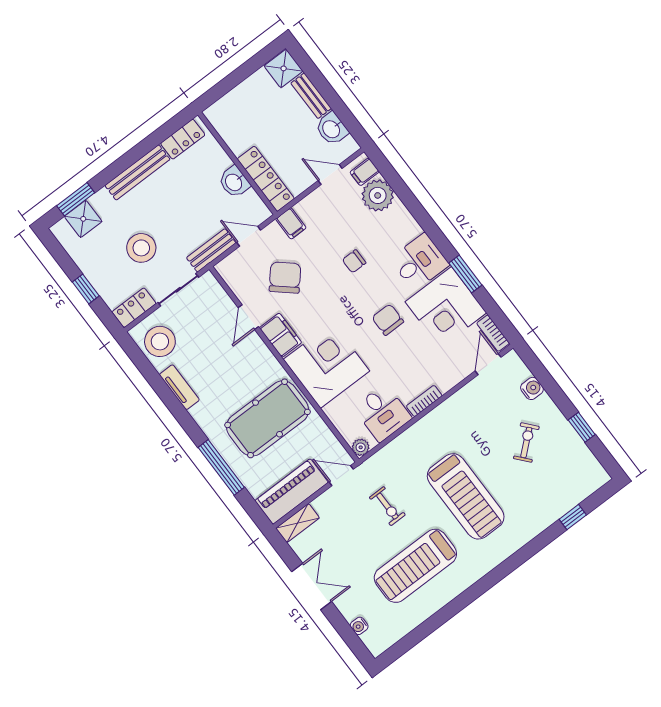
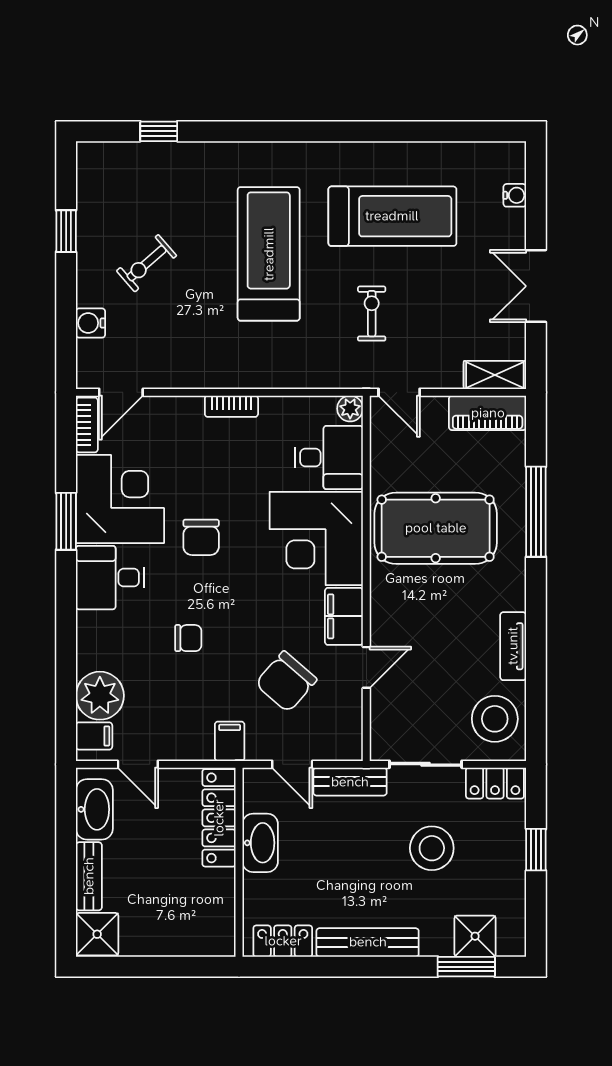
washbasin: (332, 129) -> (94, 809), width x1.38
washbasin: (234, 182) -> (260, 843), width x1.38
desk: (383, 413) -> (329, 457), moved, turned 90
piano: (292, 491) -> (488, 413), width x0.73, depth x0.75

